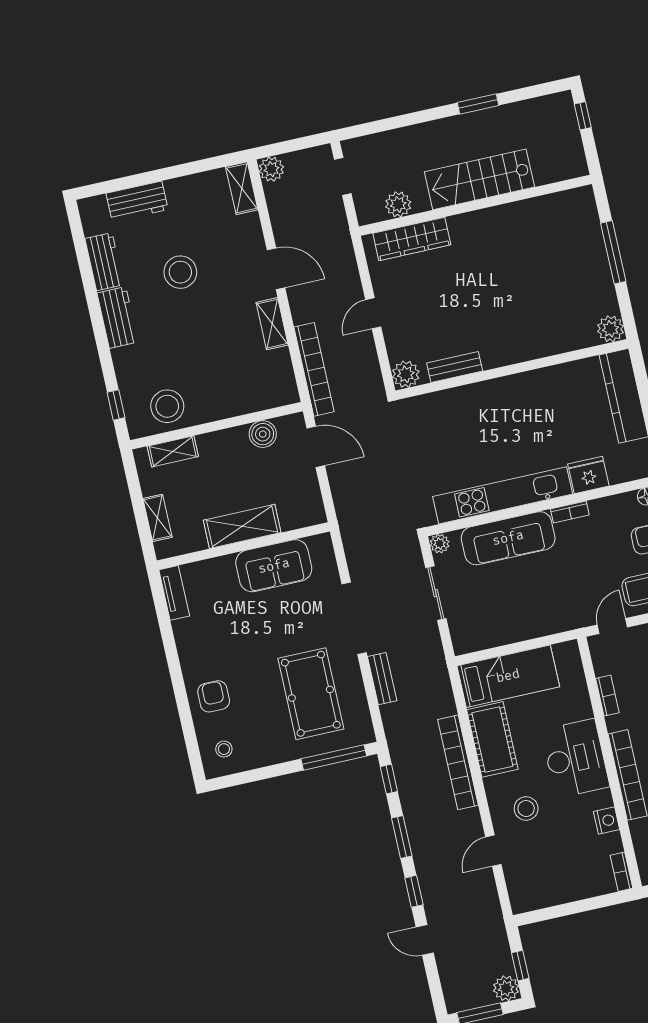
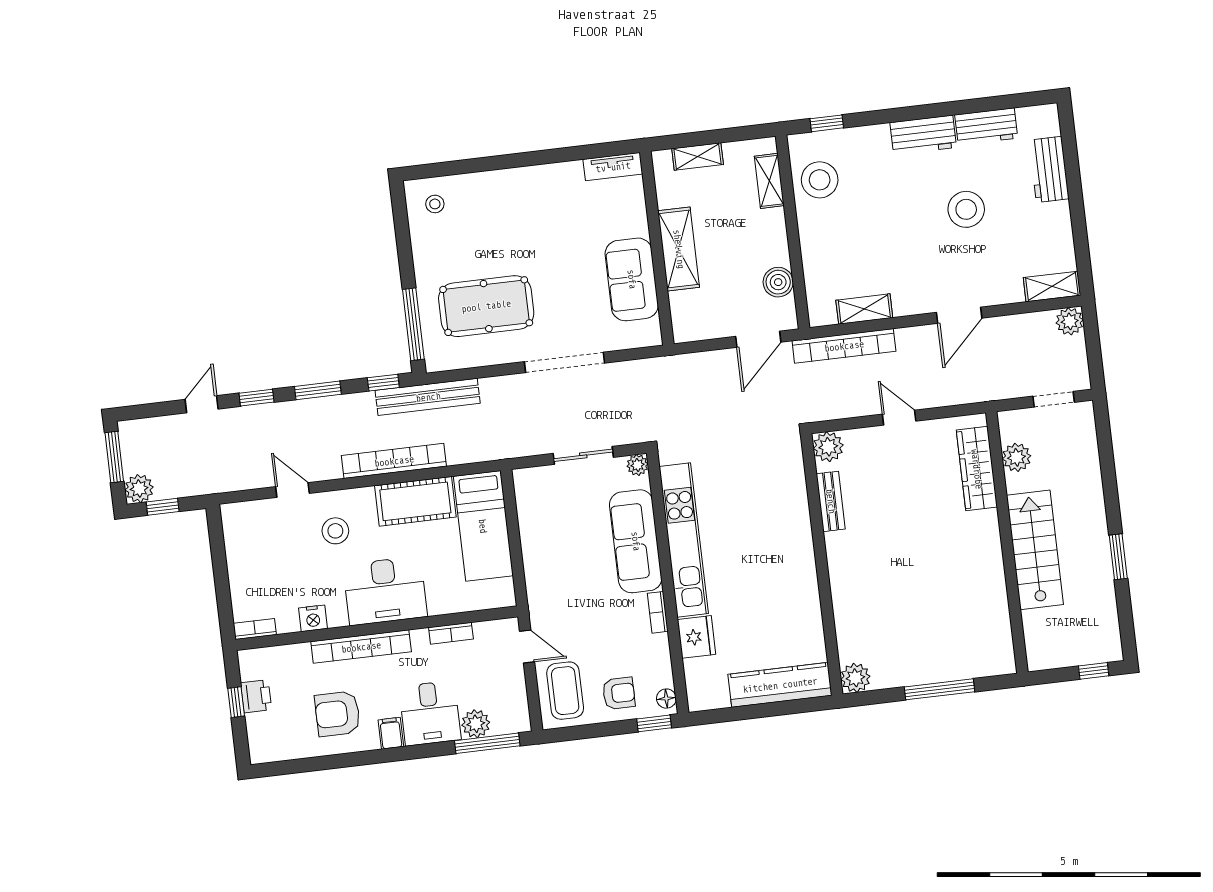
shelving: (272, 324) -> (864, 309), moved
bench: (382, 679) -> (428, 397), moved, width x1.86, depth x1.21
armchair: (214, 696) -> (494, 198), removed

